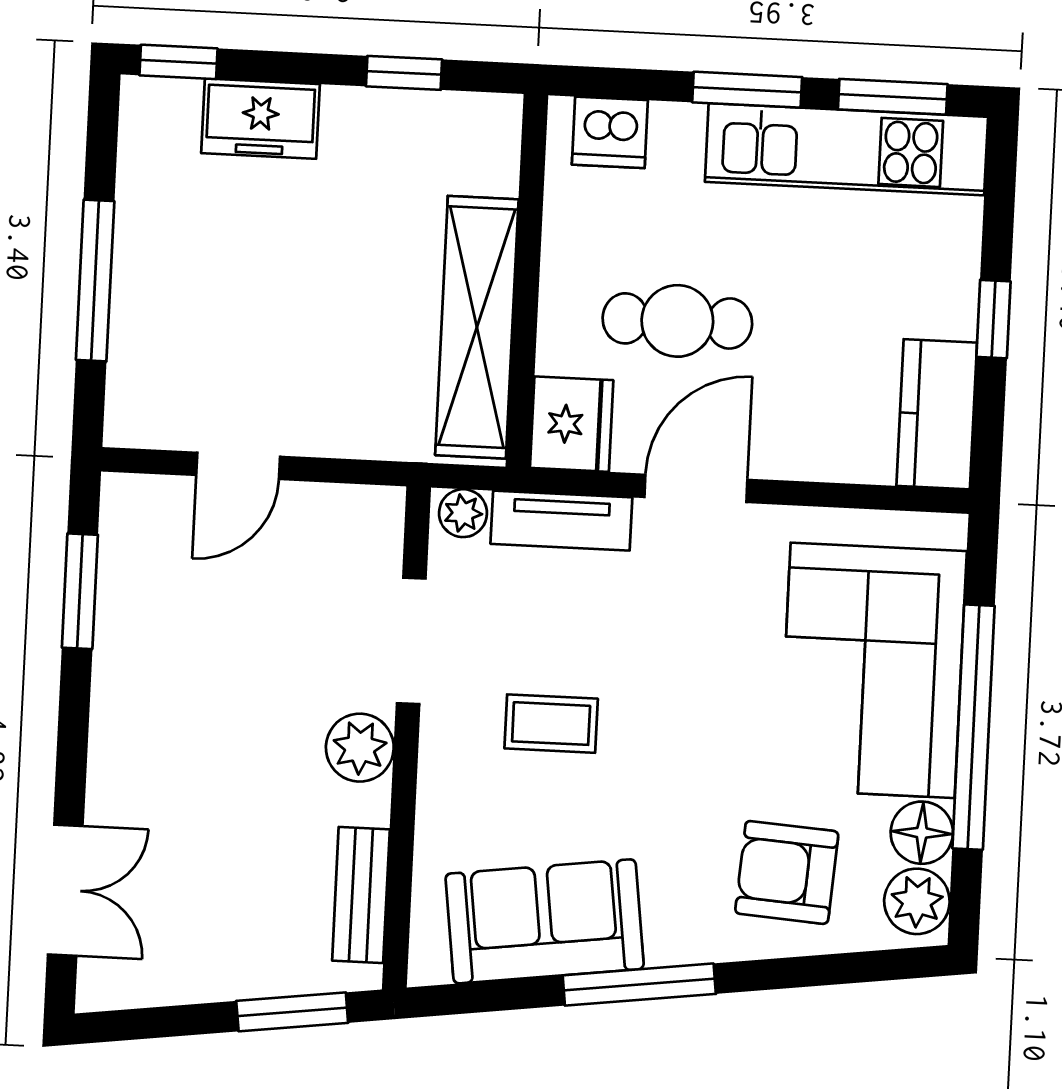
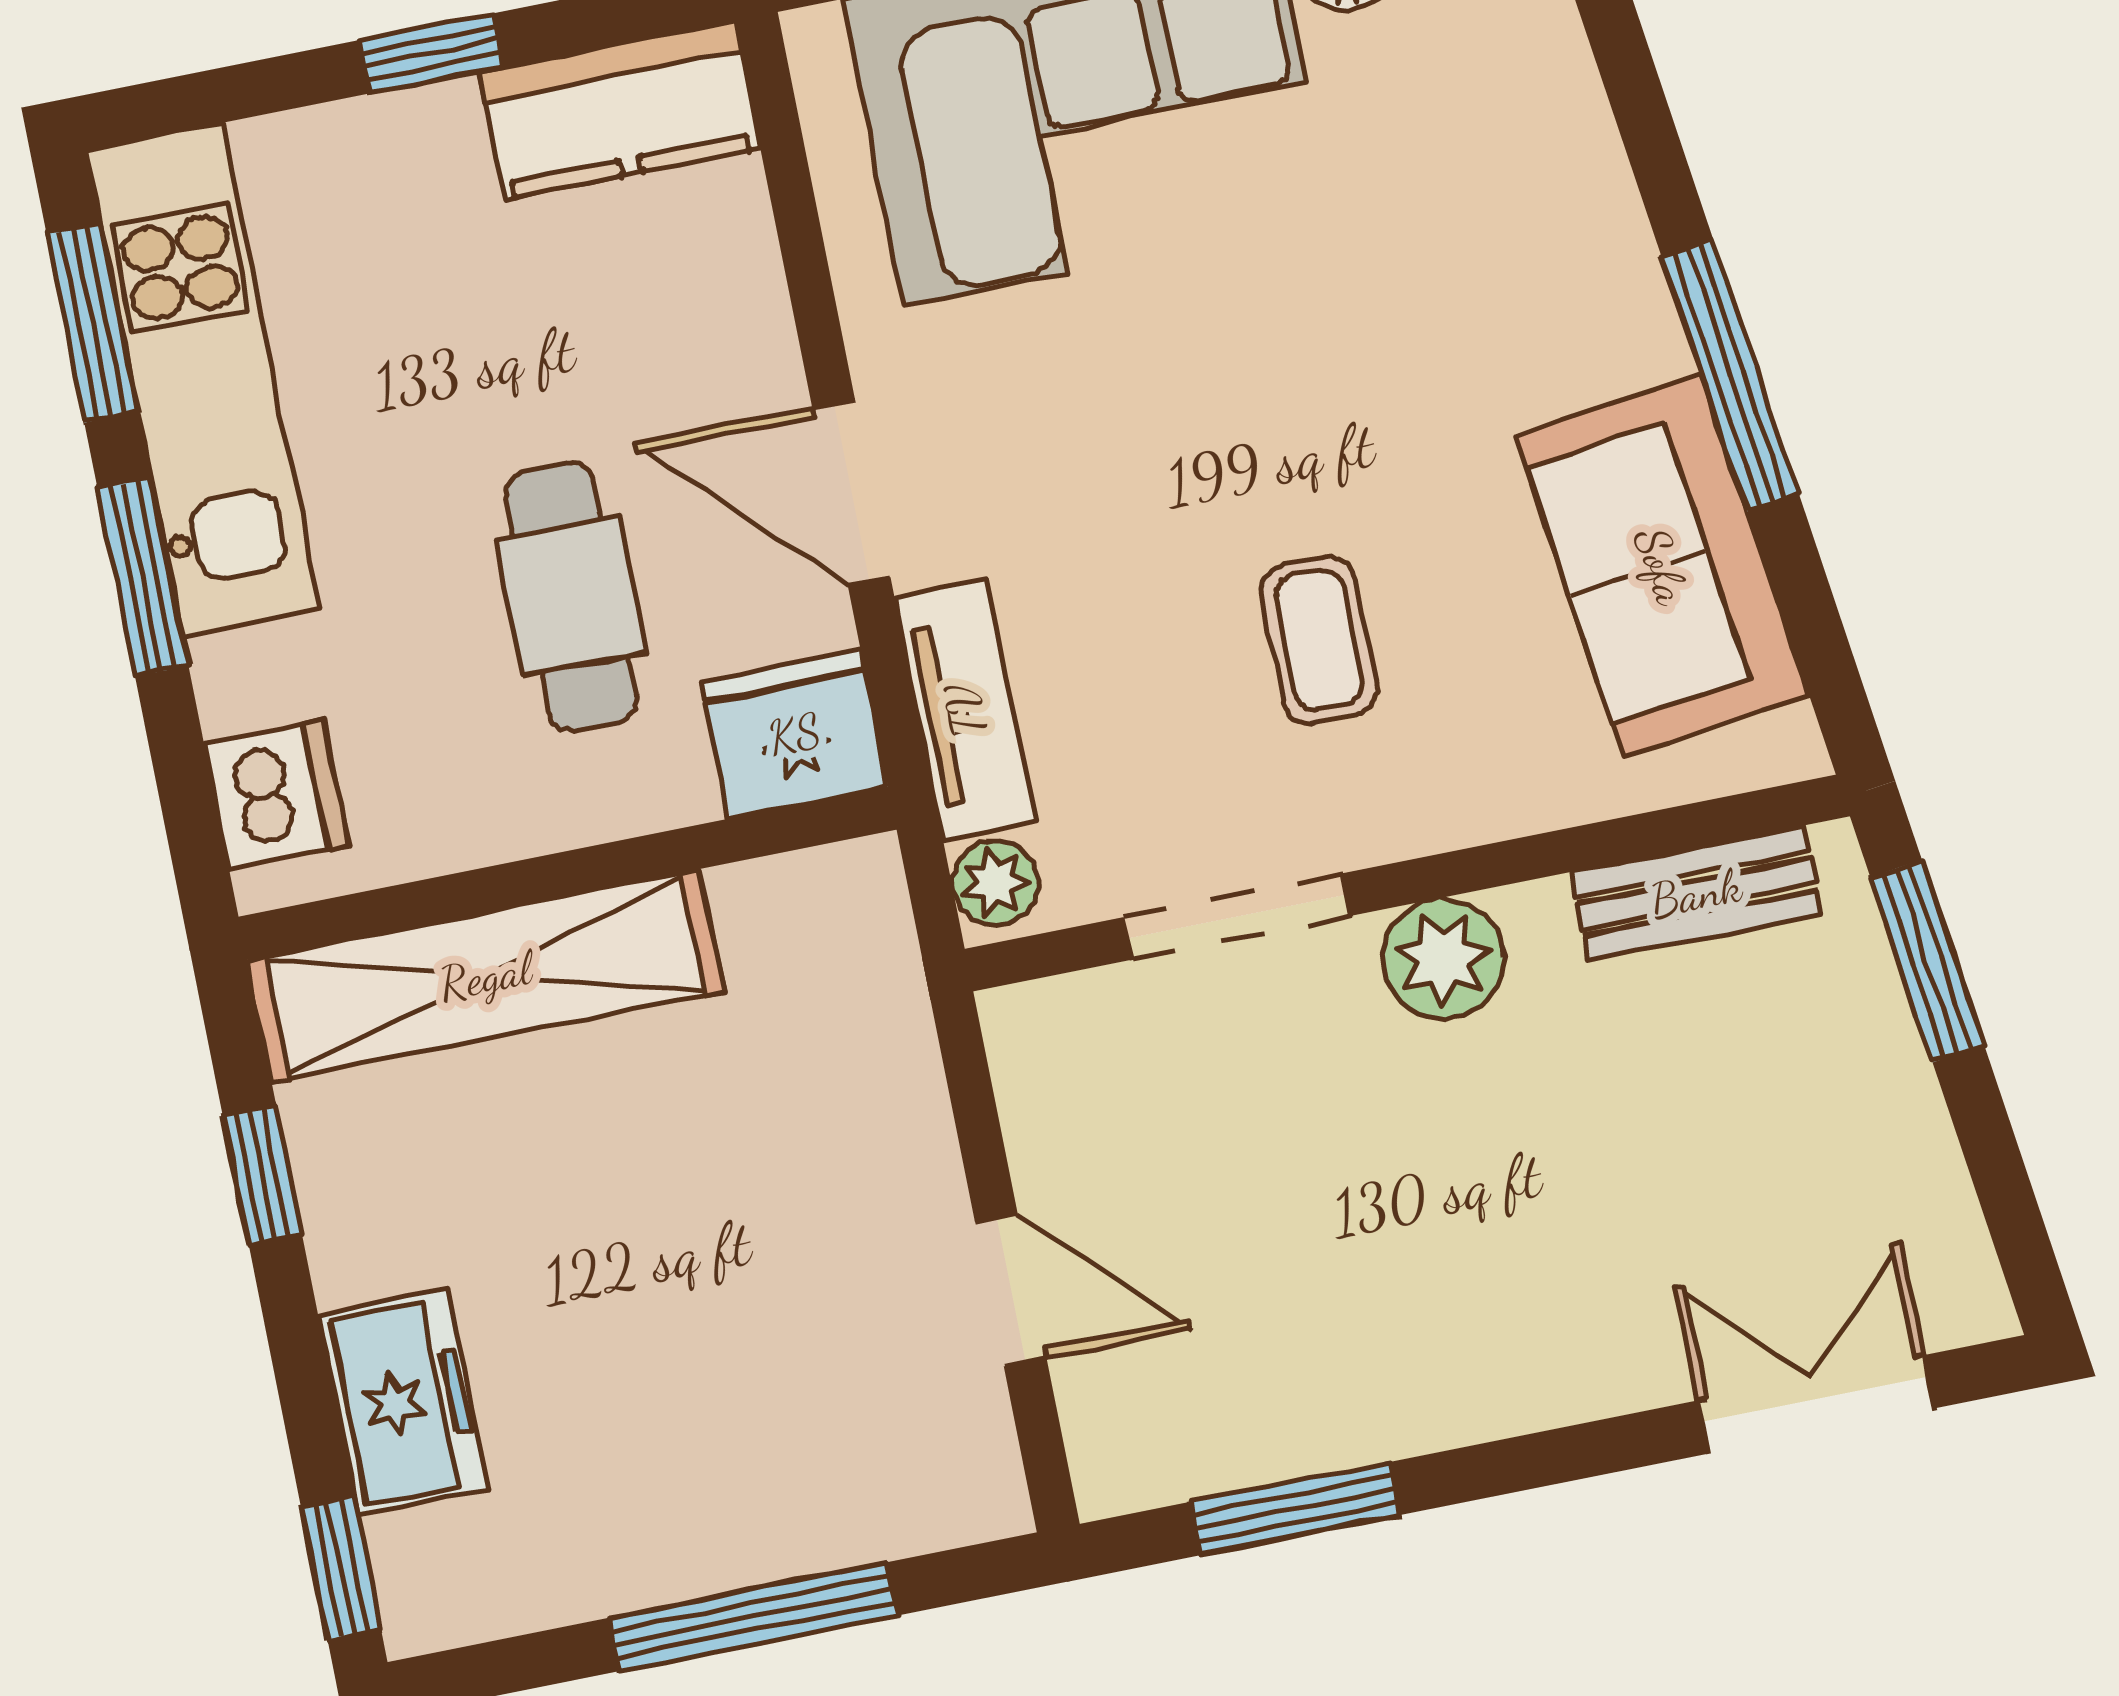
shelving: (477, 327) -> (485, 976), moved
armchair: (787, 872) -> (1473, 170), removed

